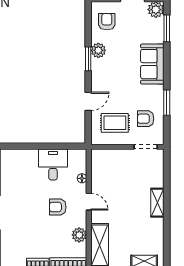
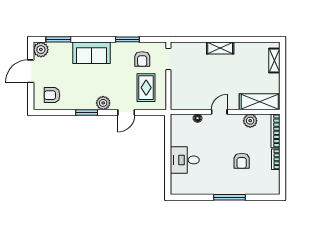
plant: (98, 50) -> (103, 103), moved
door: (88, 101) -> (126, 112), swing flipped
desk: (53, 165) -> (185, 160), moved
armchair: (58, 207) -> (242, 161), moved

